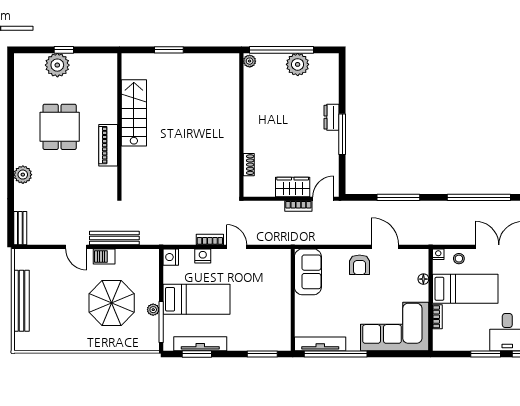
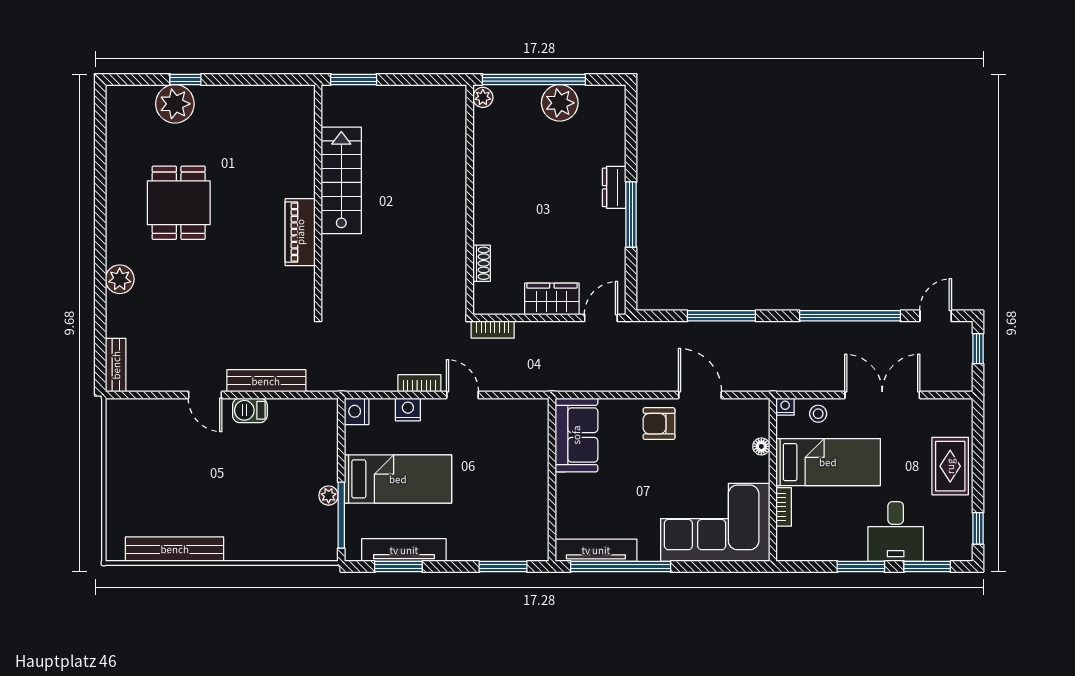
stairs: (134, 113) -> (341, 180), moved
wall: (119, 125) -> (318, 200), moved
piano: (108, 145) -> (300, 232), moved
bookcase: (298, 206) -> (493, 330), moved
armchair: (360, 265) -> (659, 424), turned 90
bench: (21, 301) -> (175, 549), moved, turned 90
parasol: (112, 303) -> (262, 485), removed

